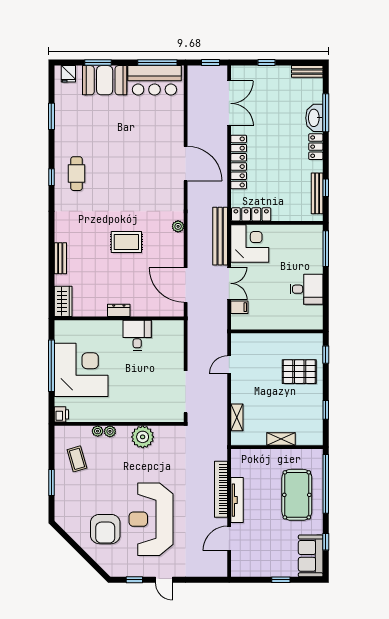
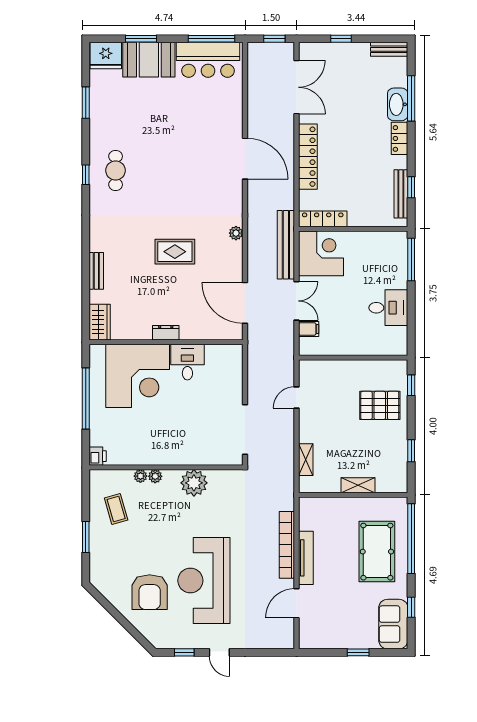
fridge: (68, 74) -> (106, 55), width x1.88, depth x1.34
corner desk: (81, 370) -> (138, 376), moved, turned 90

